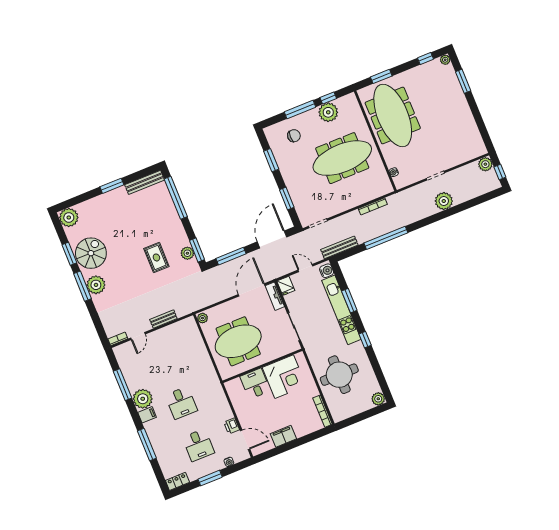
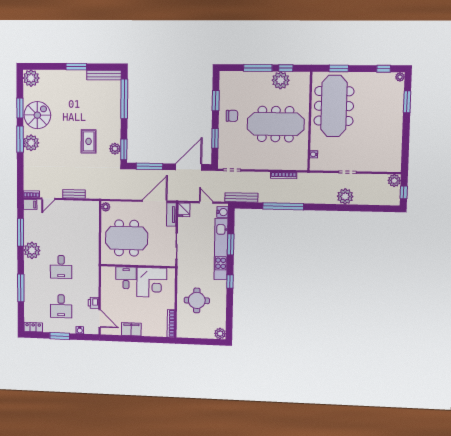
chair: (294, 136) -> (232, 116), moved
round table: (339, 375) -> (197, 300), width x0.73, depth x0.73
filing cabinet: (147, 415) -> (30, 204), moved

